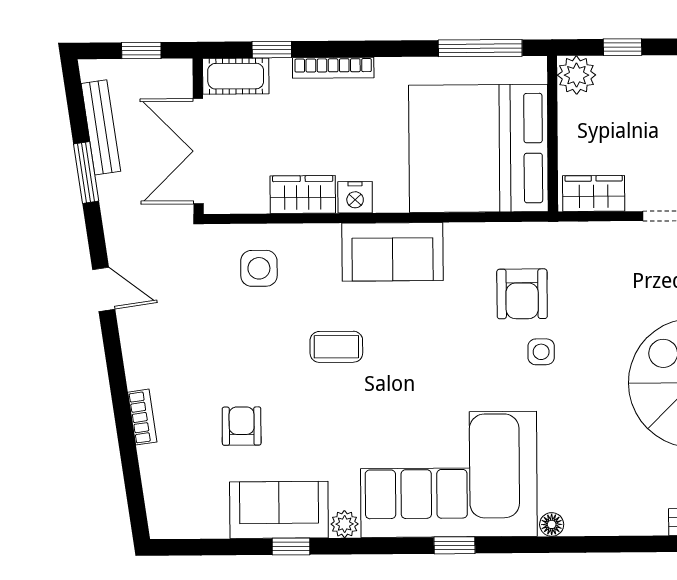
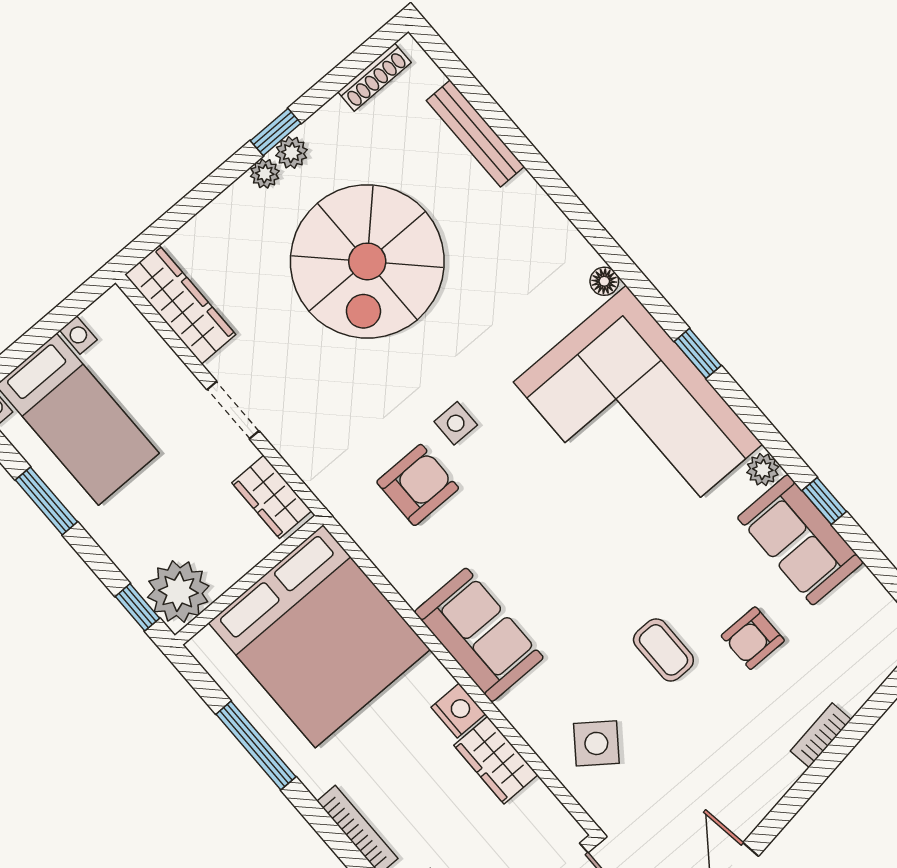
window: (622, 47) -> (137, 607), moved
window: (480, 48) -> (256, 746), moved
plant: (577, 75) -> (178, 592), width x1.36, depth x1.36
side table: (259, 268) -> (596, 743), turned 37
coffee table: (336, 347) -> (663, 650), moved

